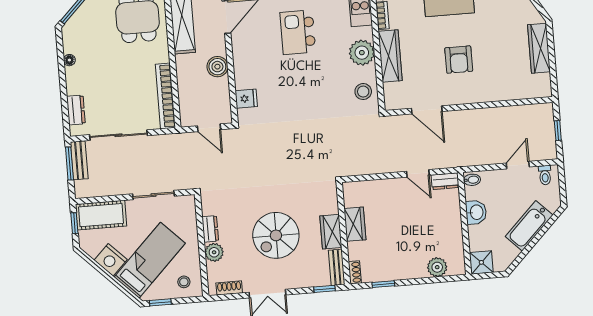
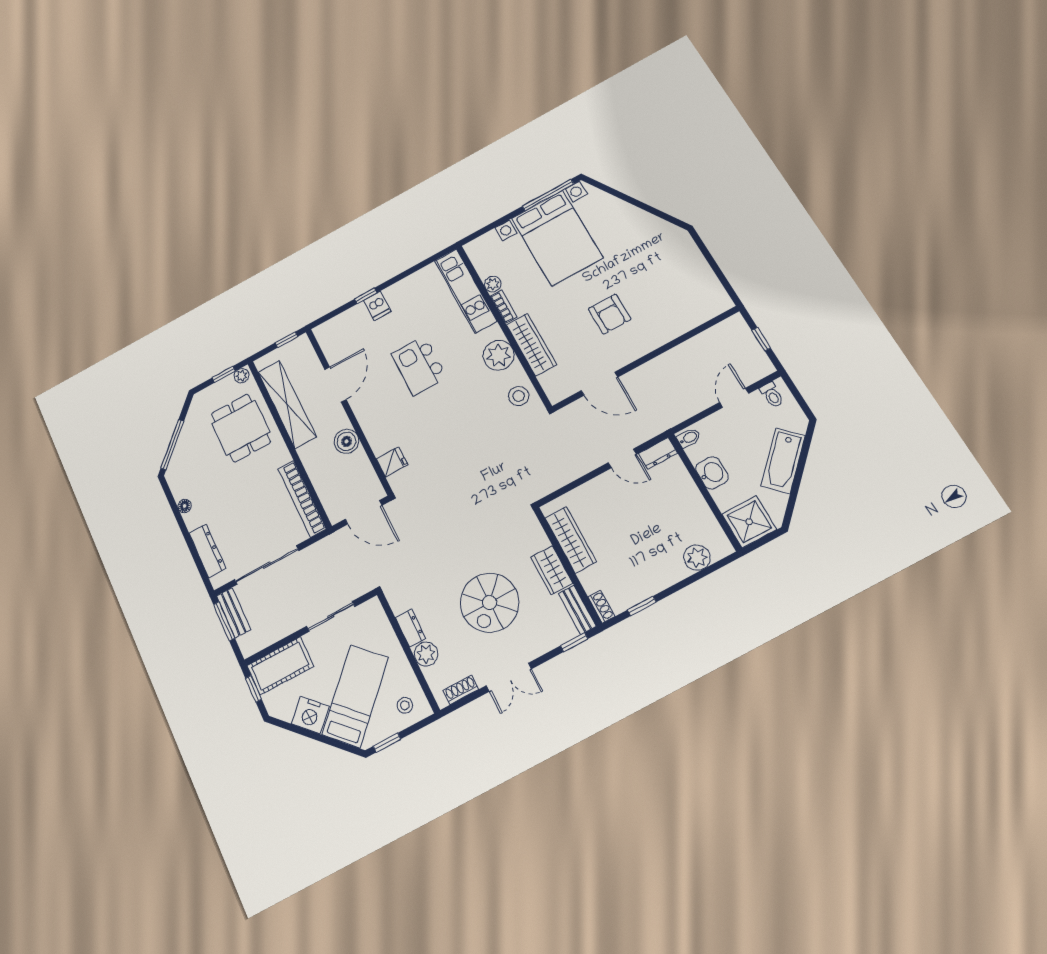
wardrobe: (539, 48) -> (694, 262), removed
dresser: (76, 110) -> (207, 551), width x1.44
door: (209, 128) -> (364, 512), width x1.38
wardrobe: (355, 224) -> (571, 540), width x1.50
shower: (481, 262) -> (749, 522), width x1.36, depth x1.36

